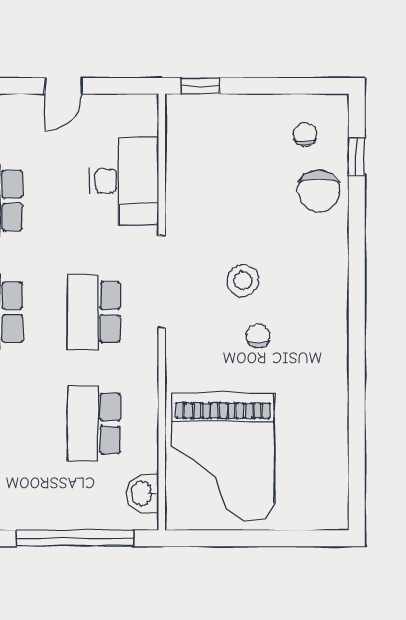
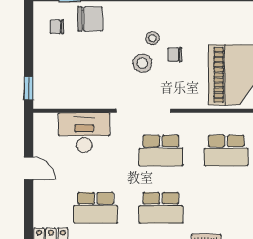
stool: (286, 297) -> (152, 38), added

